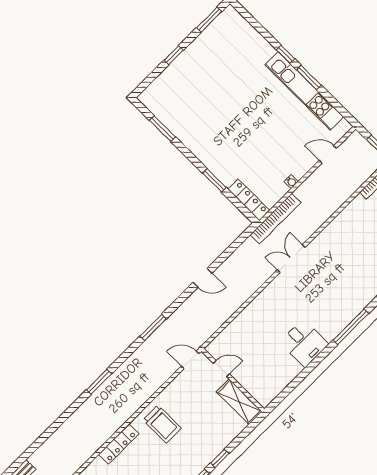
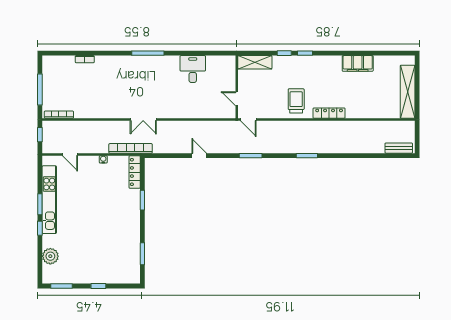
plant: (249, 38) -> (50, 256), added
desk: (304, 343) -> (193, 69), moved
shelving: (239, 402) -> (255, 62), moved, turned 90

